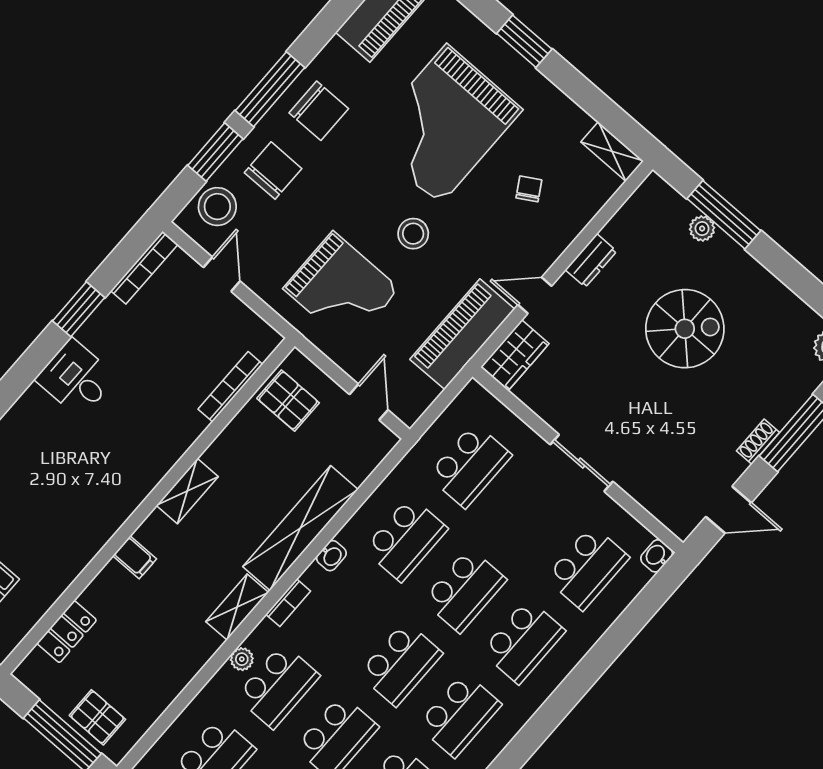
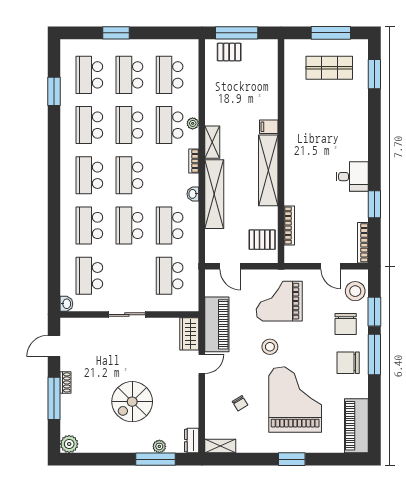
dresser: (591, 260) -> (192, 441), moved
shelving: (187, 491) -> (268, 170), width x2.20, depth x1.33
locker: (67, 632) -> (270, 75), removed

